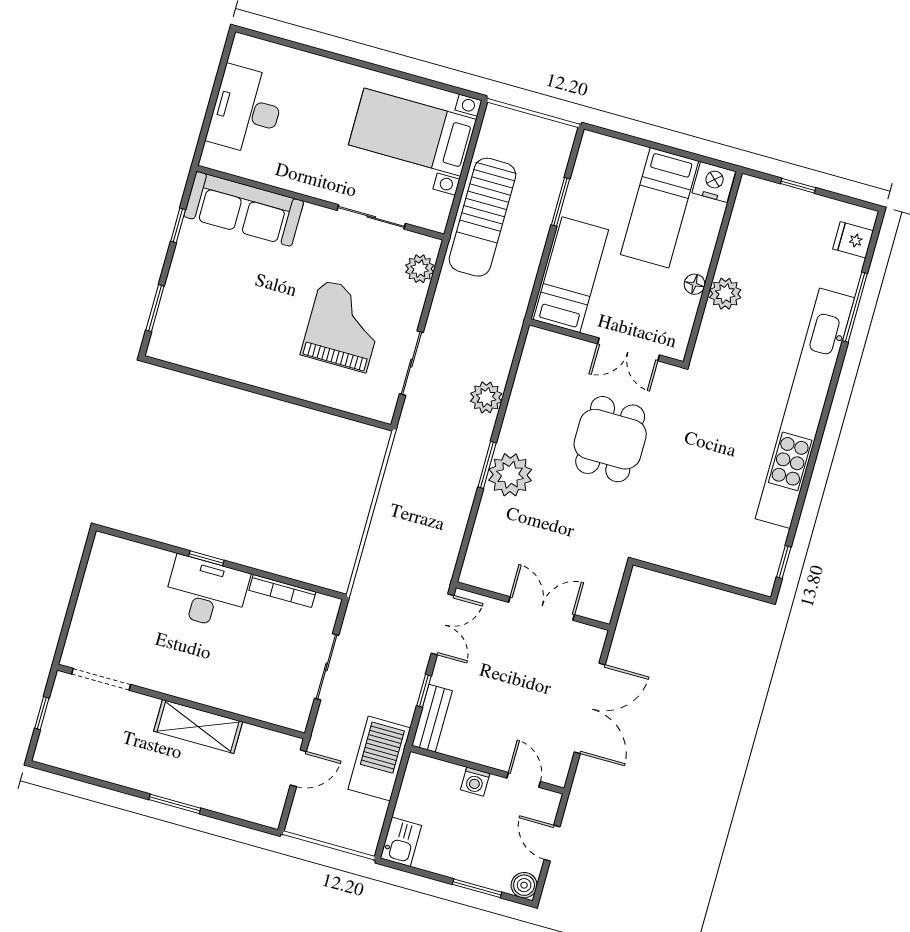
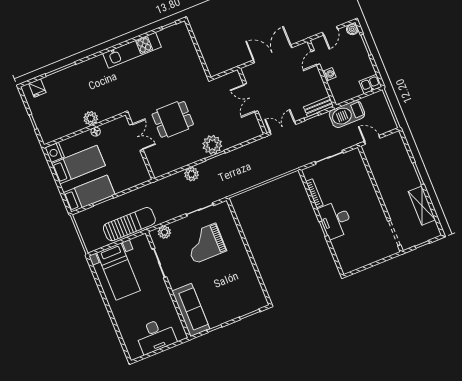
bed: (571, 275) -> (89, 194), moved, turned 180
kitchen unit: (805, 408) -> (132, 50), width x0.54
shelving: (198, 726) -> (422, 206), moved

